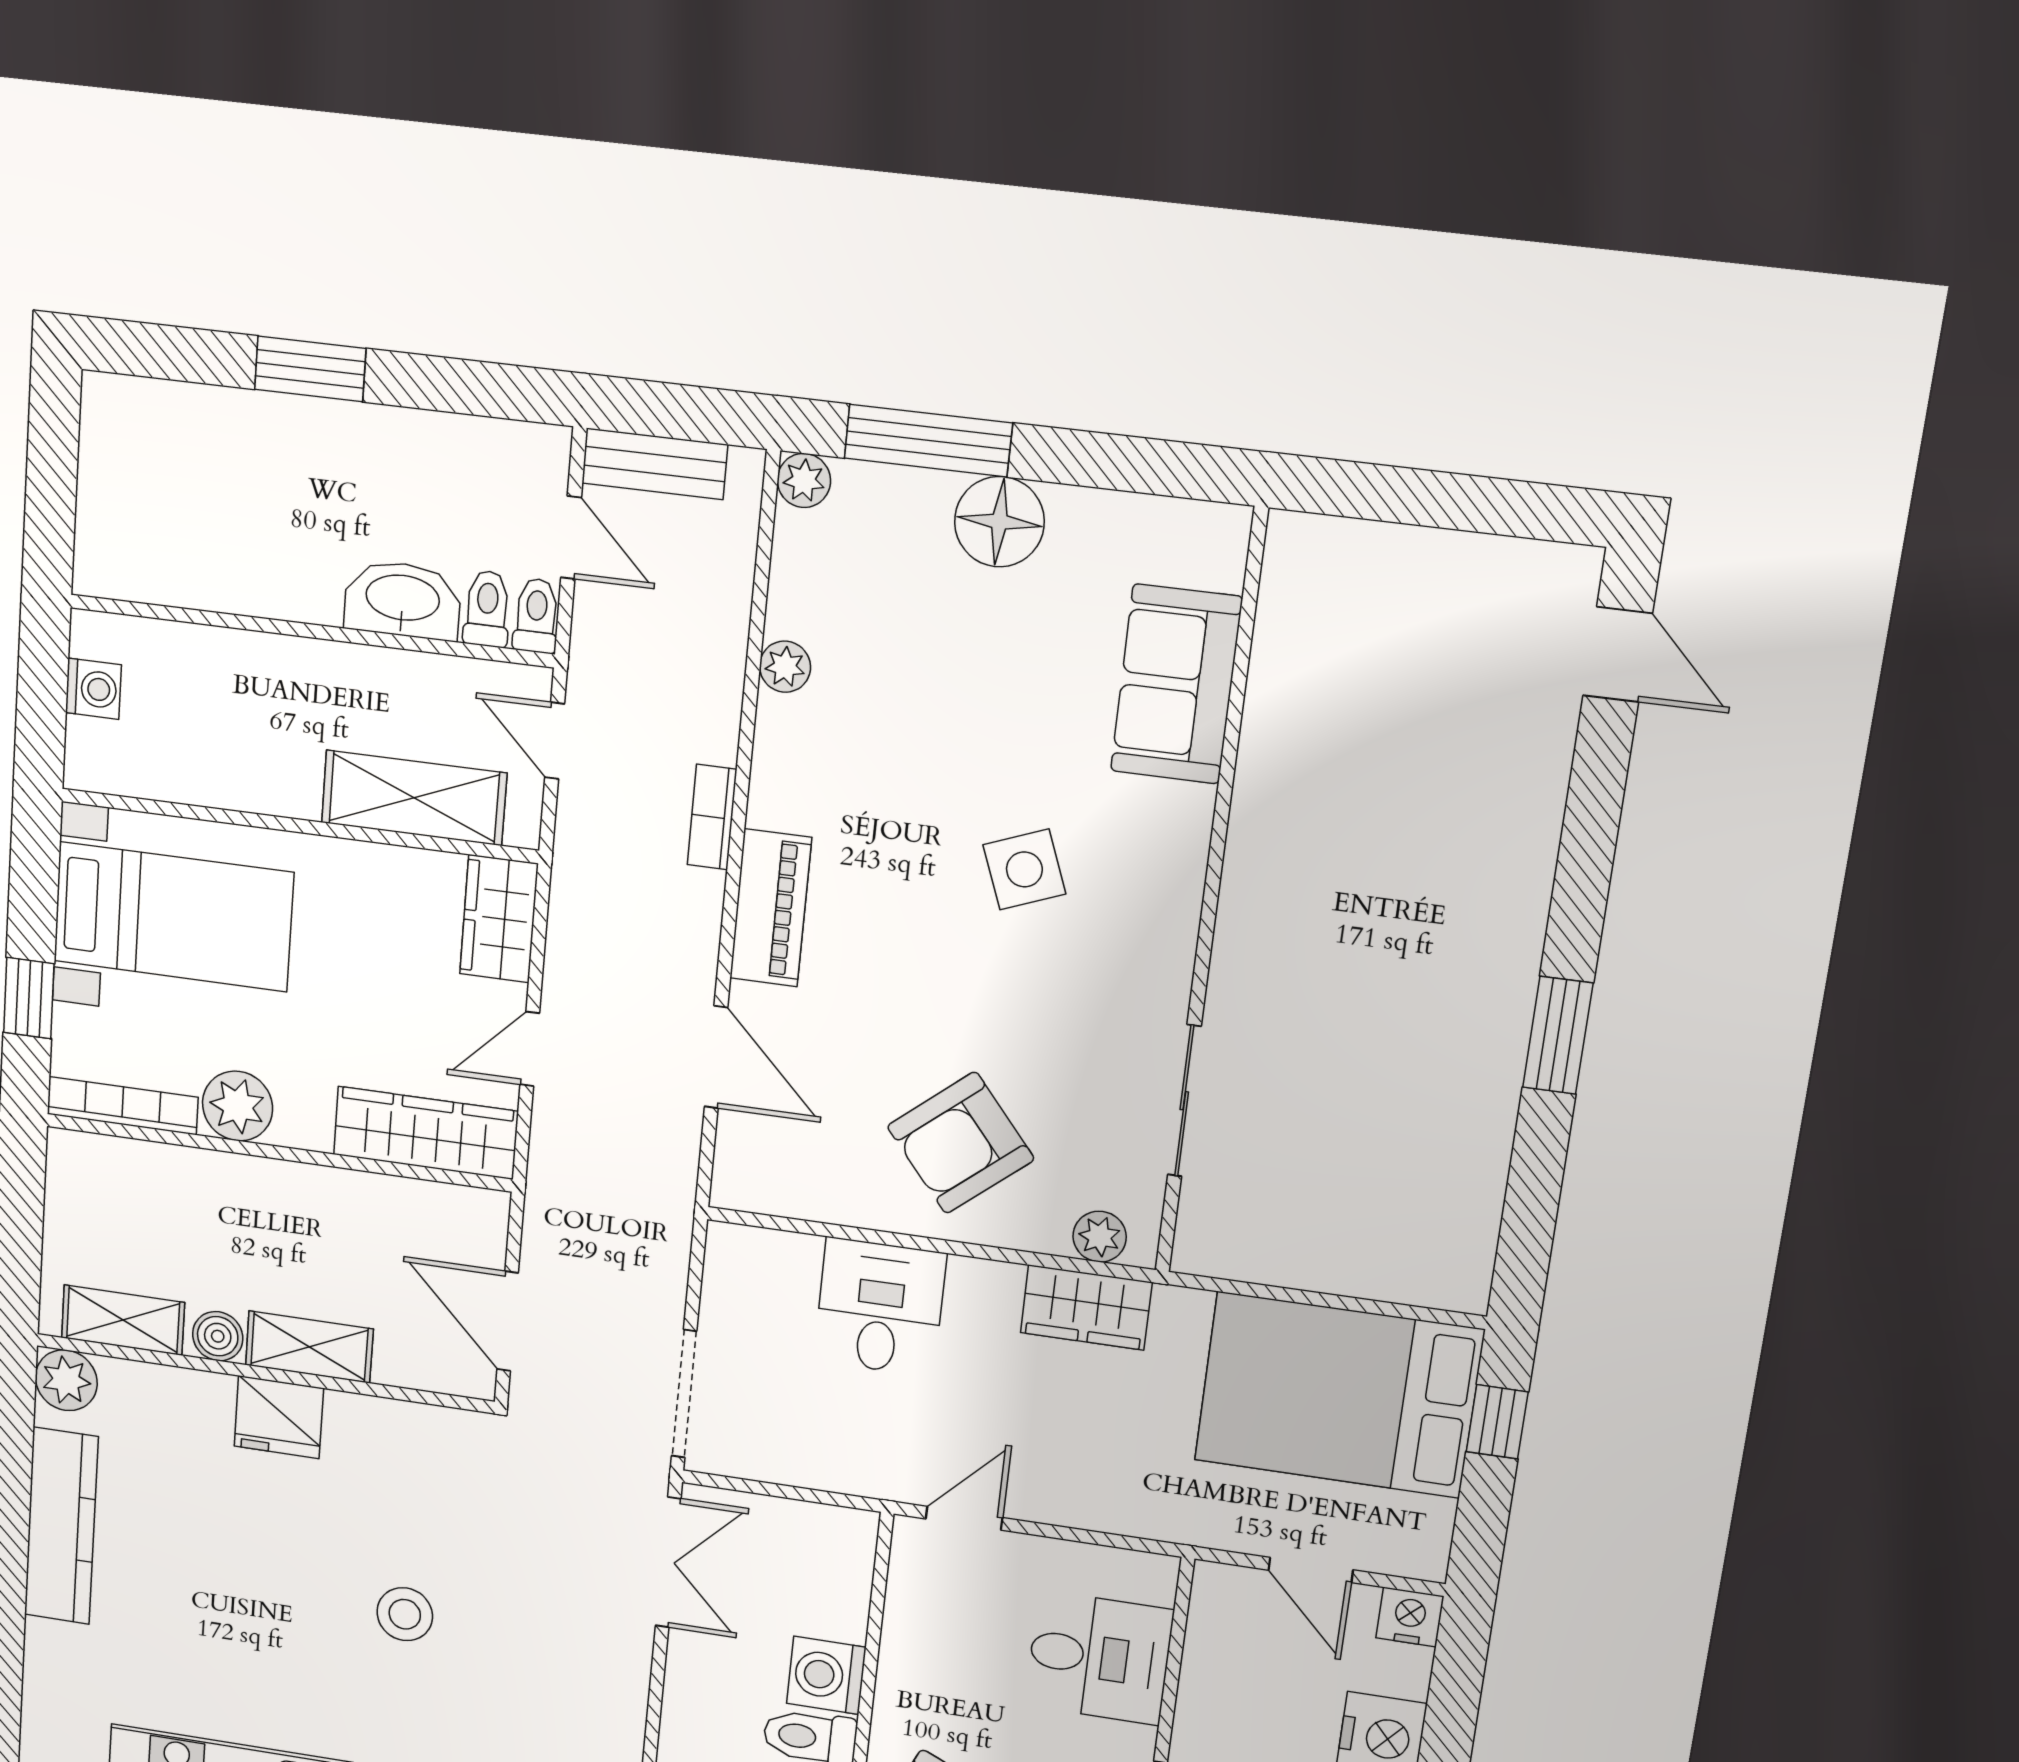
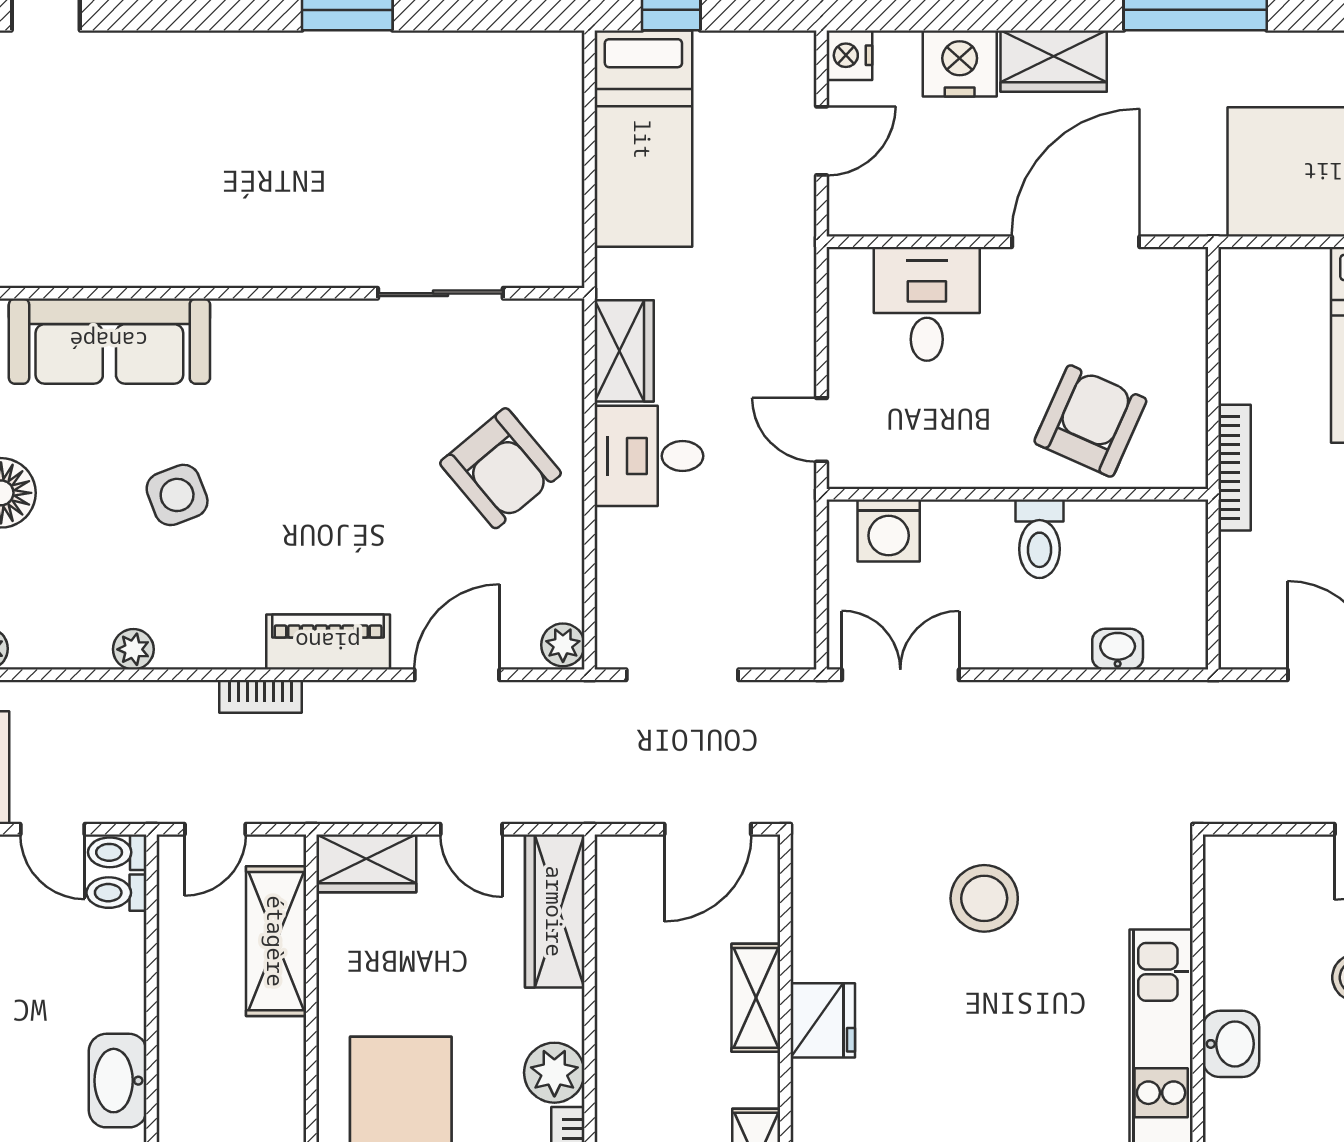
door: (571, 538) -> (52, 829), swing flipped
washbasin: (403, 600) -> (118, 1081), moved
sofa: (1176, 684) -> (109, 341), width x1.36
side table: (1024, 869) -> (177, 495), moved
plant: (1100, 1237) -> (563, 645), moved
desk: (880, 1307) -> (649, 456), moved
boiler: (218, 1336) -> (758, 1078), removed
doorway: (684, 1394) -> (682, 675), moved
bed: (1339, 1395) -> (643, 139), width x0.67
stool: (405, 1614) -> (984, 898), width x1.38, depth x1.38
washing machine: (826, 1675) -> (889, 531), moved

